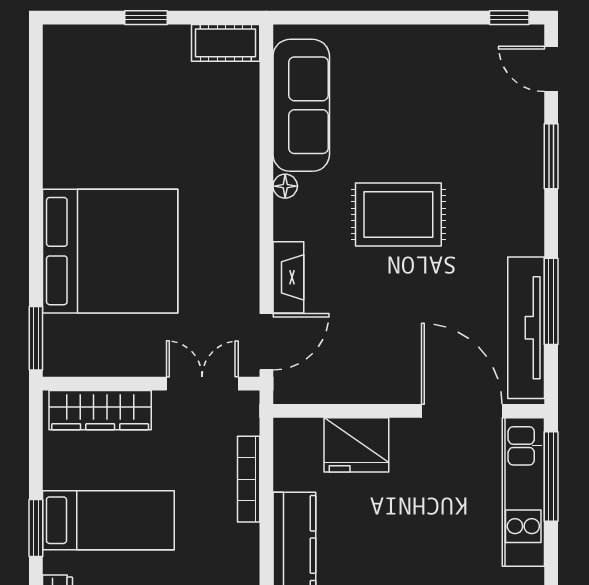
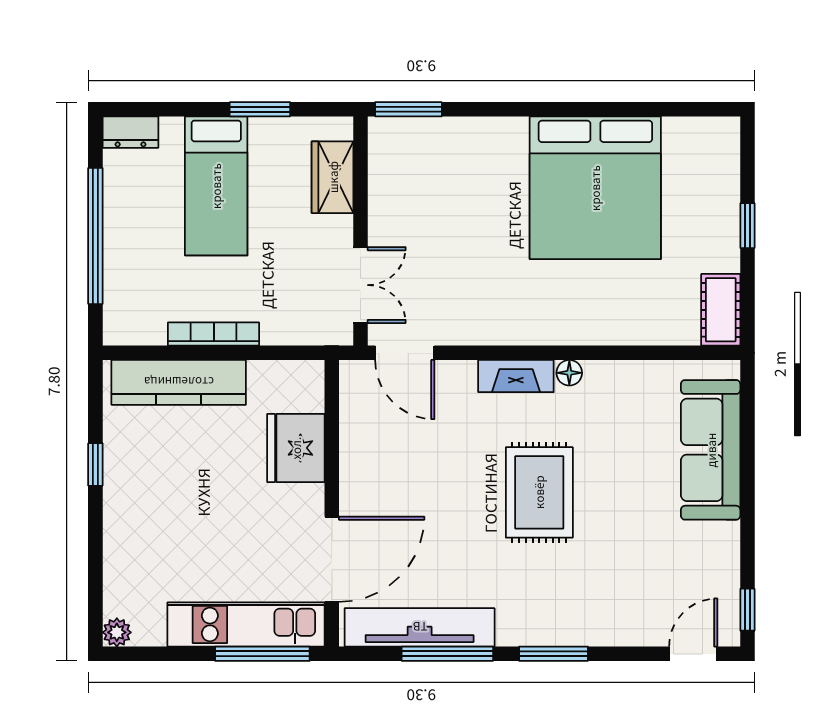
sofa: (301, 105) -> (711, 450), moved, turned 90
window: (551, 156) -> (554, 654), moved
bed: (110, 251) -> (595, 188), moved
fireplace: (288, 277) -> (516, 376), moved
wardrobe: (100, 410) -> (333, 177), width x0.67
bookcase: (249, 479) -> (214, 334), moved
window: (36, 528) -> (260, 109), moved

